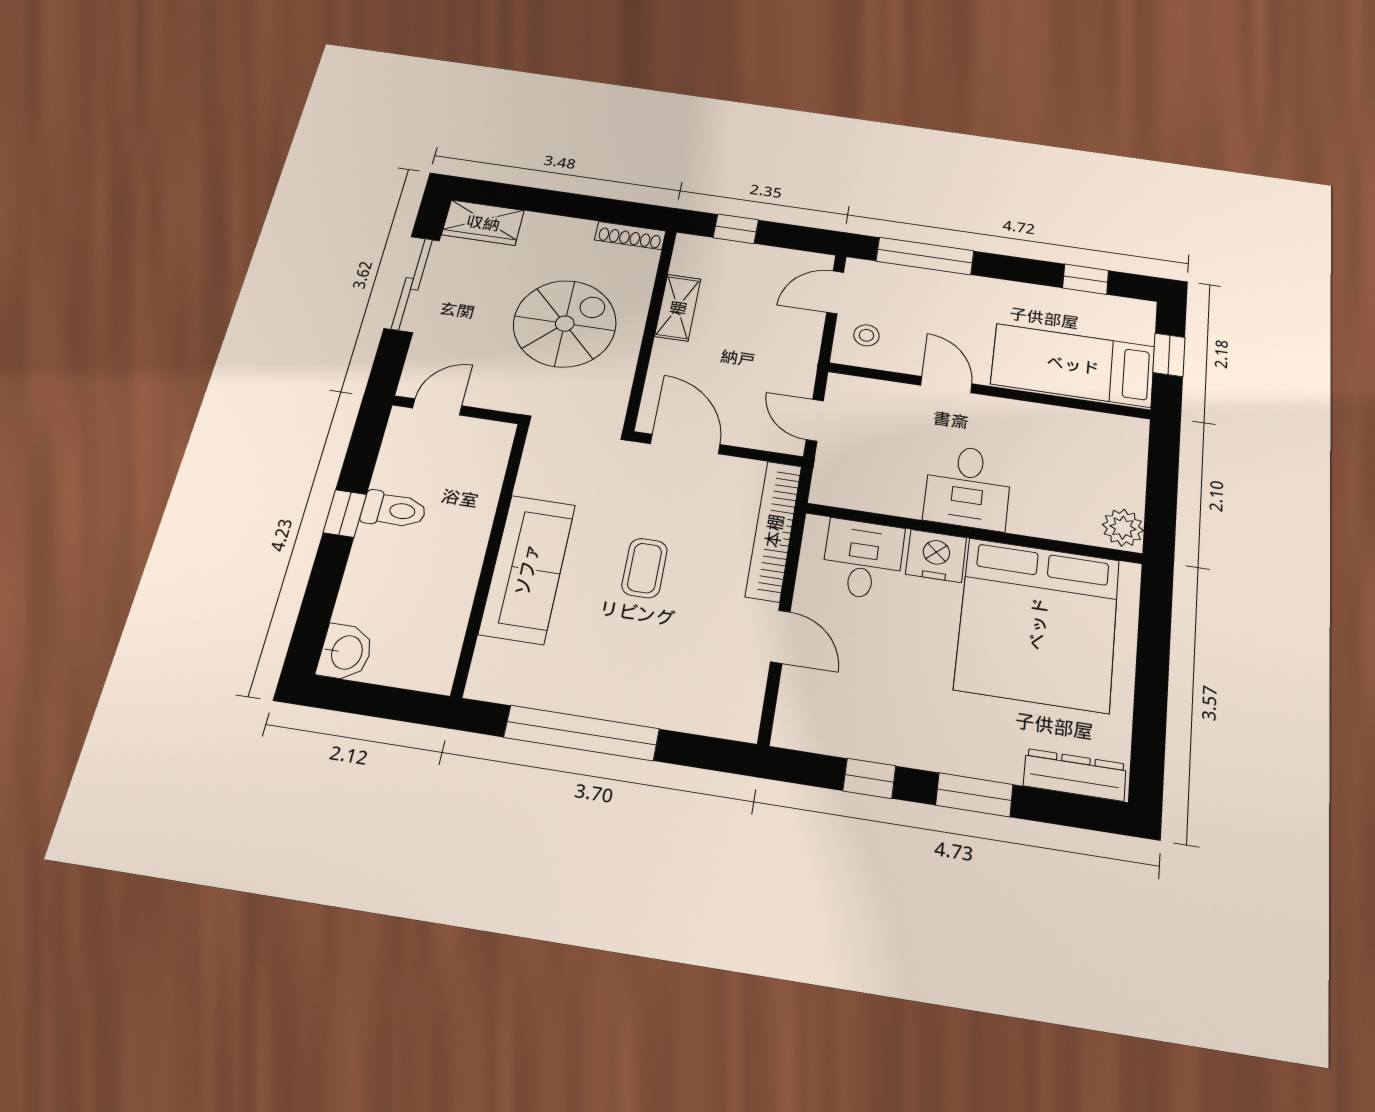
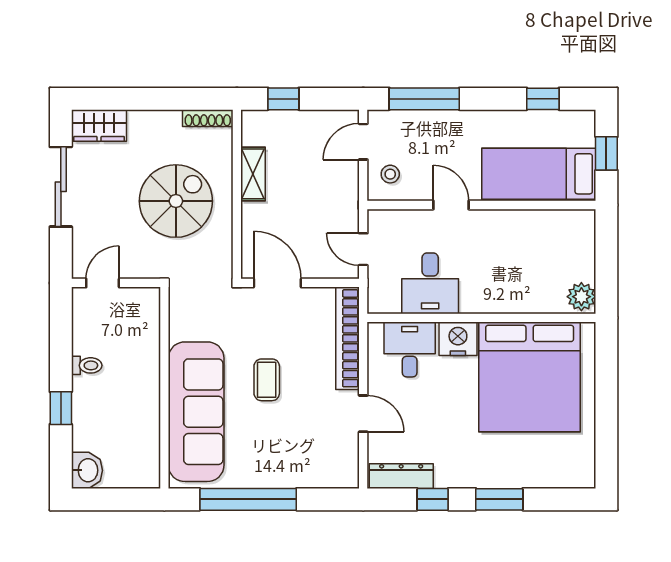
desk: (968, 487) -> (430, 283), moved
toilet: (394, 510) -> (87, 365), width x0.73, depth x0.72
window: (345, 513) -> (61, 408), moved
sofa: (527, 569) -> (196, 412), width x1.36, depth x1.27
dresser: (1075, 775) -> (401, 476), moved

